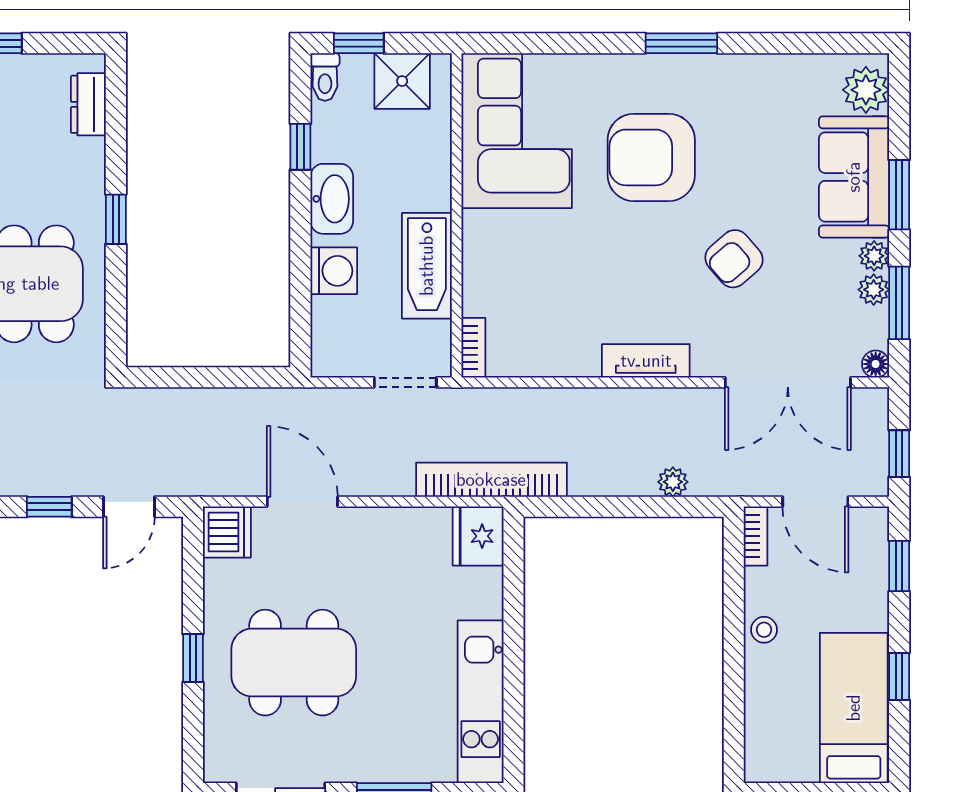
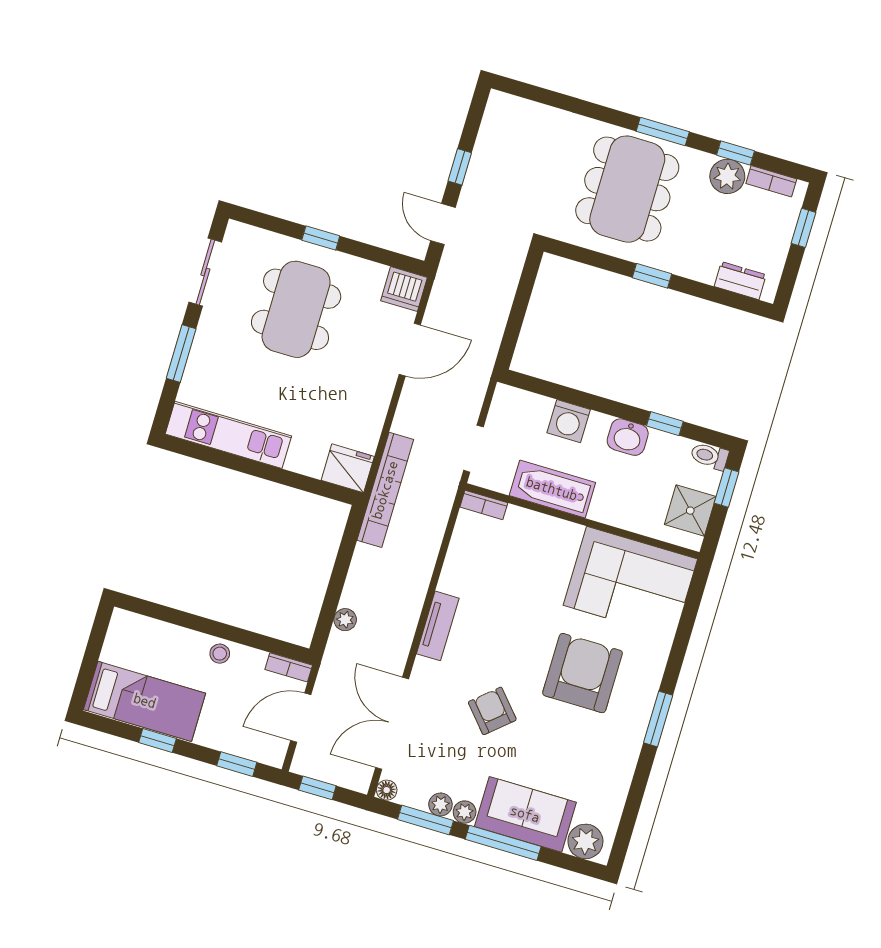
window: (899, 195) -> (503, 843), width x1.44
washbasin: (332, 199) -> (628, 437), width x0.72

